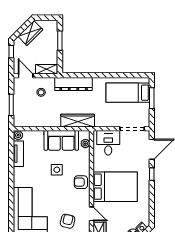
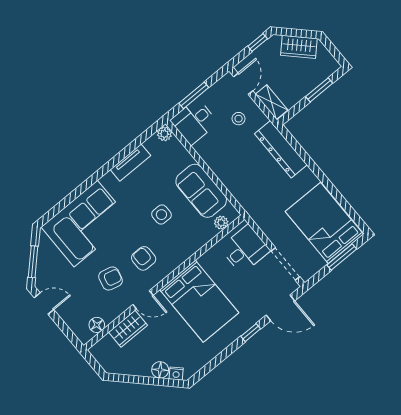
bed: (128, 93) -> (324, 223), width x1.50
desk: (24, 115) -> (194, 122), added
wardrobe: (78, 121) -> (241, 191), removed
tv unit: (18, 154) -> (130, 163), moved
armchair: (81, 182) -> (144, 258), moved
door: (91, 214) -> (143, 300), hinge flipped

